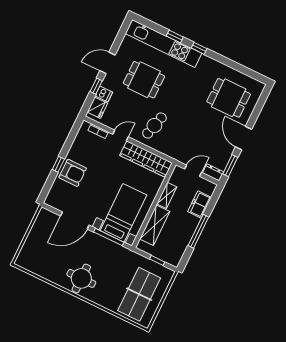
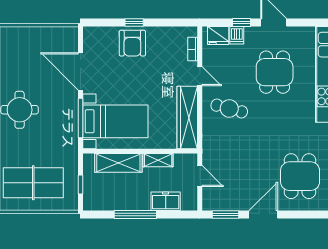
dresser: (213, 172) -> (209, 199), removed

